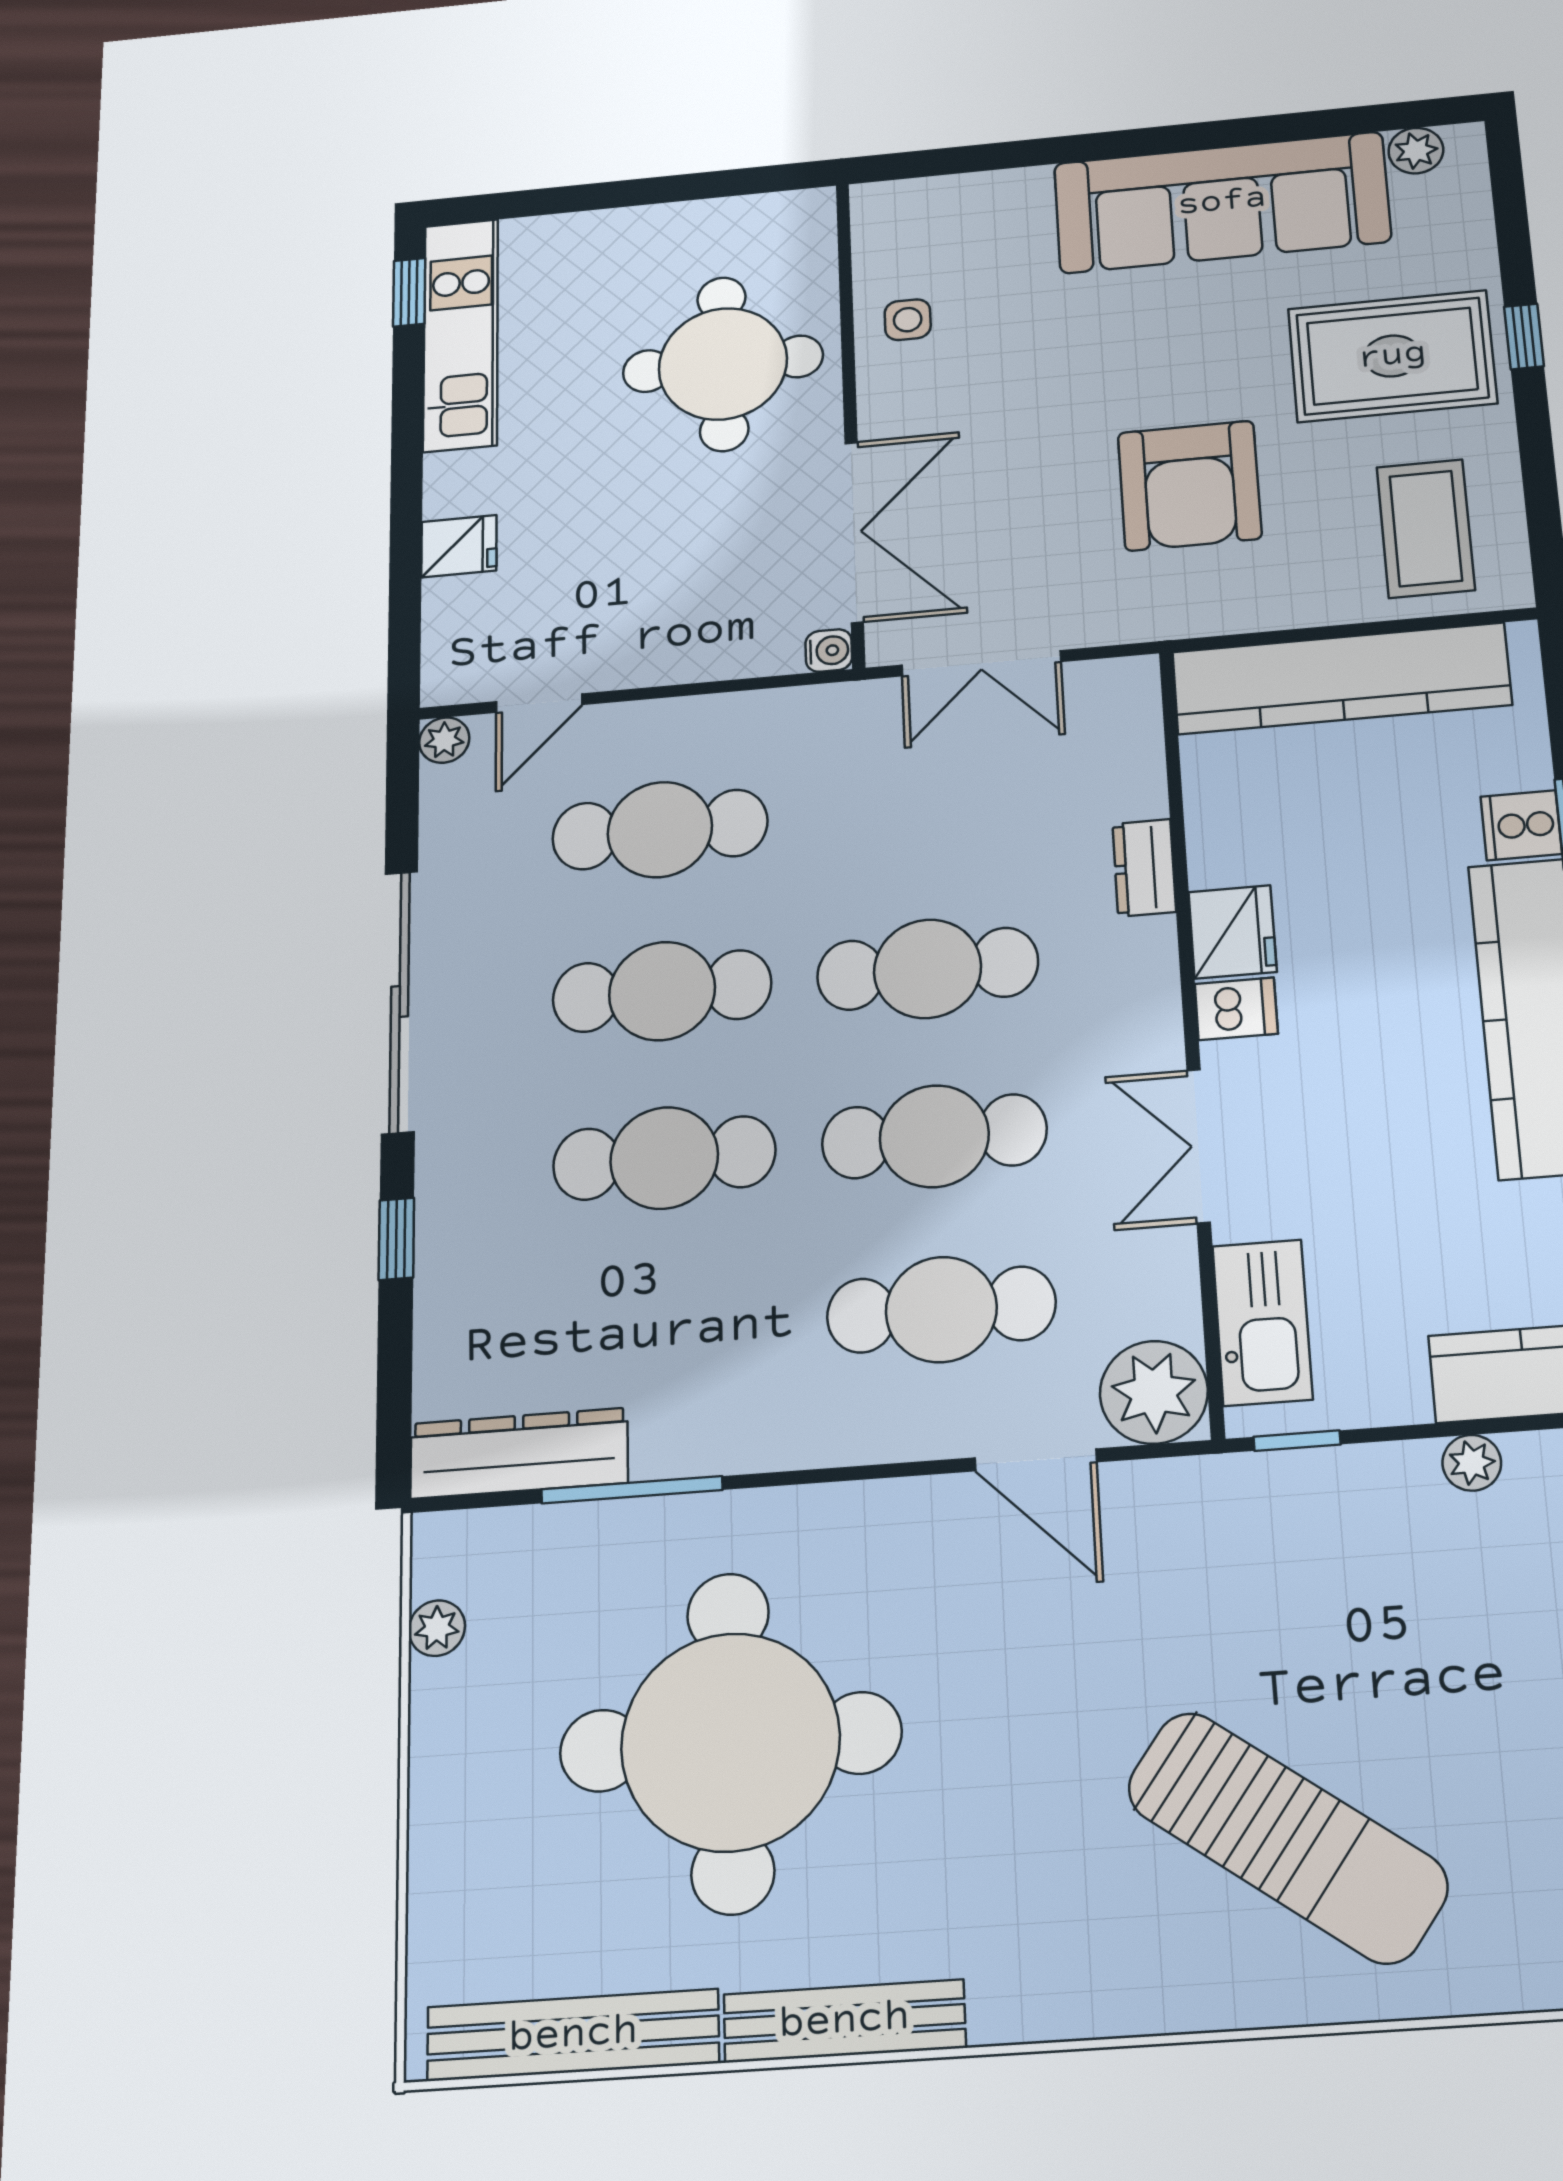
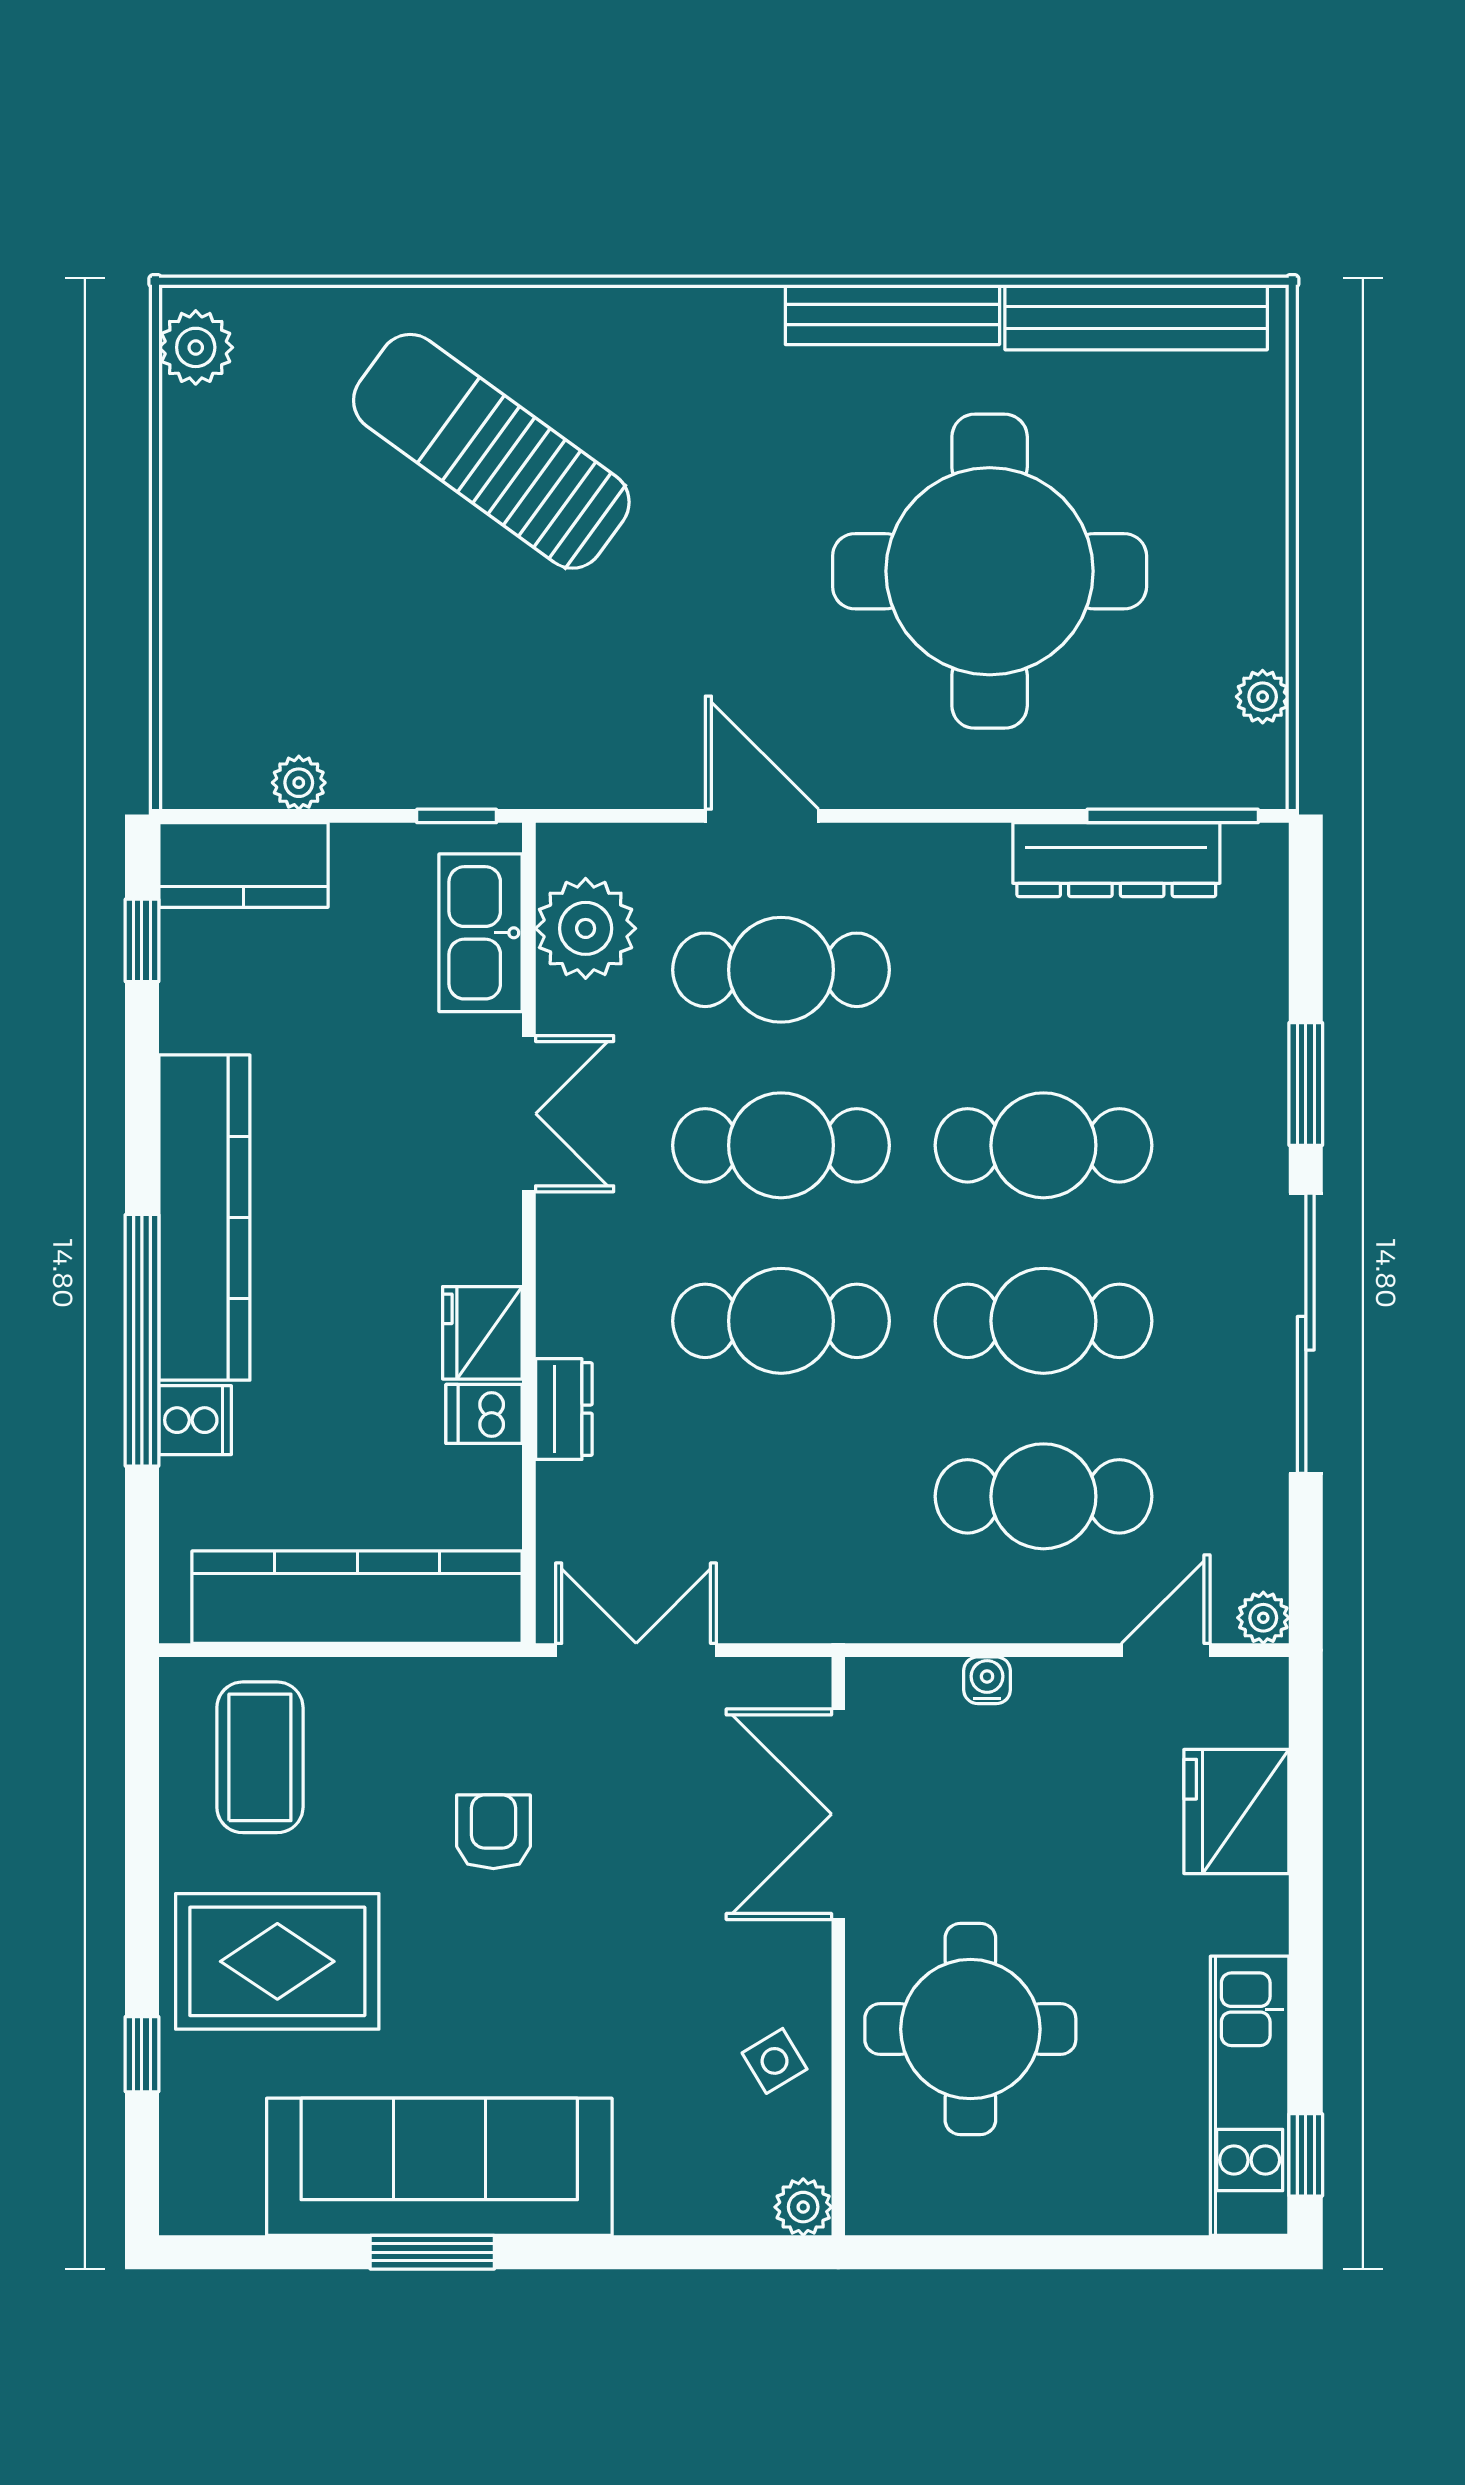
window: (1223, 134) -> (432, 2252), added
plant: (1416, 151) -> (803, 2207), moved
side table: (908, 320) -> (775, 2061), turned -31
window: (1524, 336) -> (142, 2054), moved
armchair: (1190, 486) -> (493, 1832), width x0.53, depth x0.53
fridge: (459, 546) -> (1236, 1811), width x1.88, depth x1.34
water cooler: (829, 651) -> (987, 1680), moved, turned 90
double door: (981, 663) -> (636, 1650), moved
dishwasher: (1236, 1009) -> (484, 1414), moved
window: (396, 1239) -> (1306, 1084), width x1.50
plant: (1154, 1392) -> (586, 928), moved
dresser: (519, 1453) -> (1116, 860), moved
door: (1036, 1460) -> (762, 816), moved
window: (632, 1490) -> (1173, 816), moved

